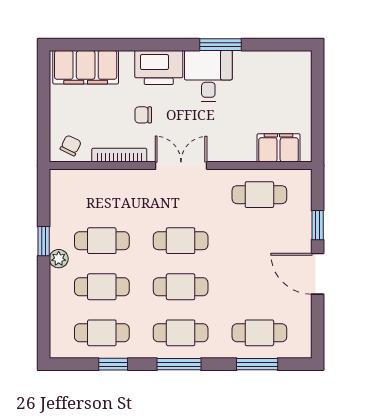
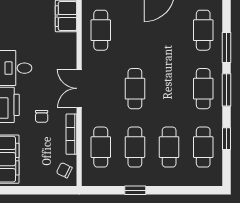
plant: (59, 259) -> (148, 179), removed
cafe table: (181, 287) -> (101, 147), moved
window: (257, 364) -> (226, 47), moved

